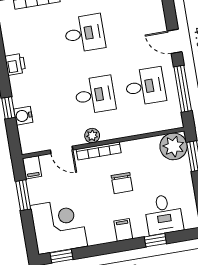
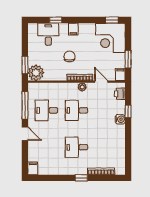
printer: (15, 64) -> (120, 94), moved
water cooler: (23, 116) -> (120, 119), moved

